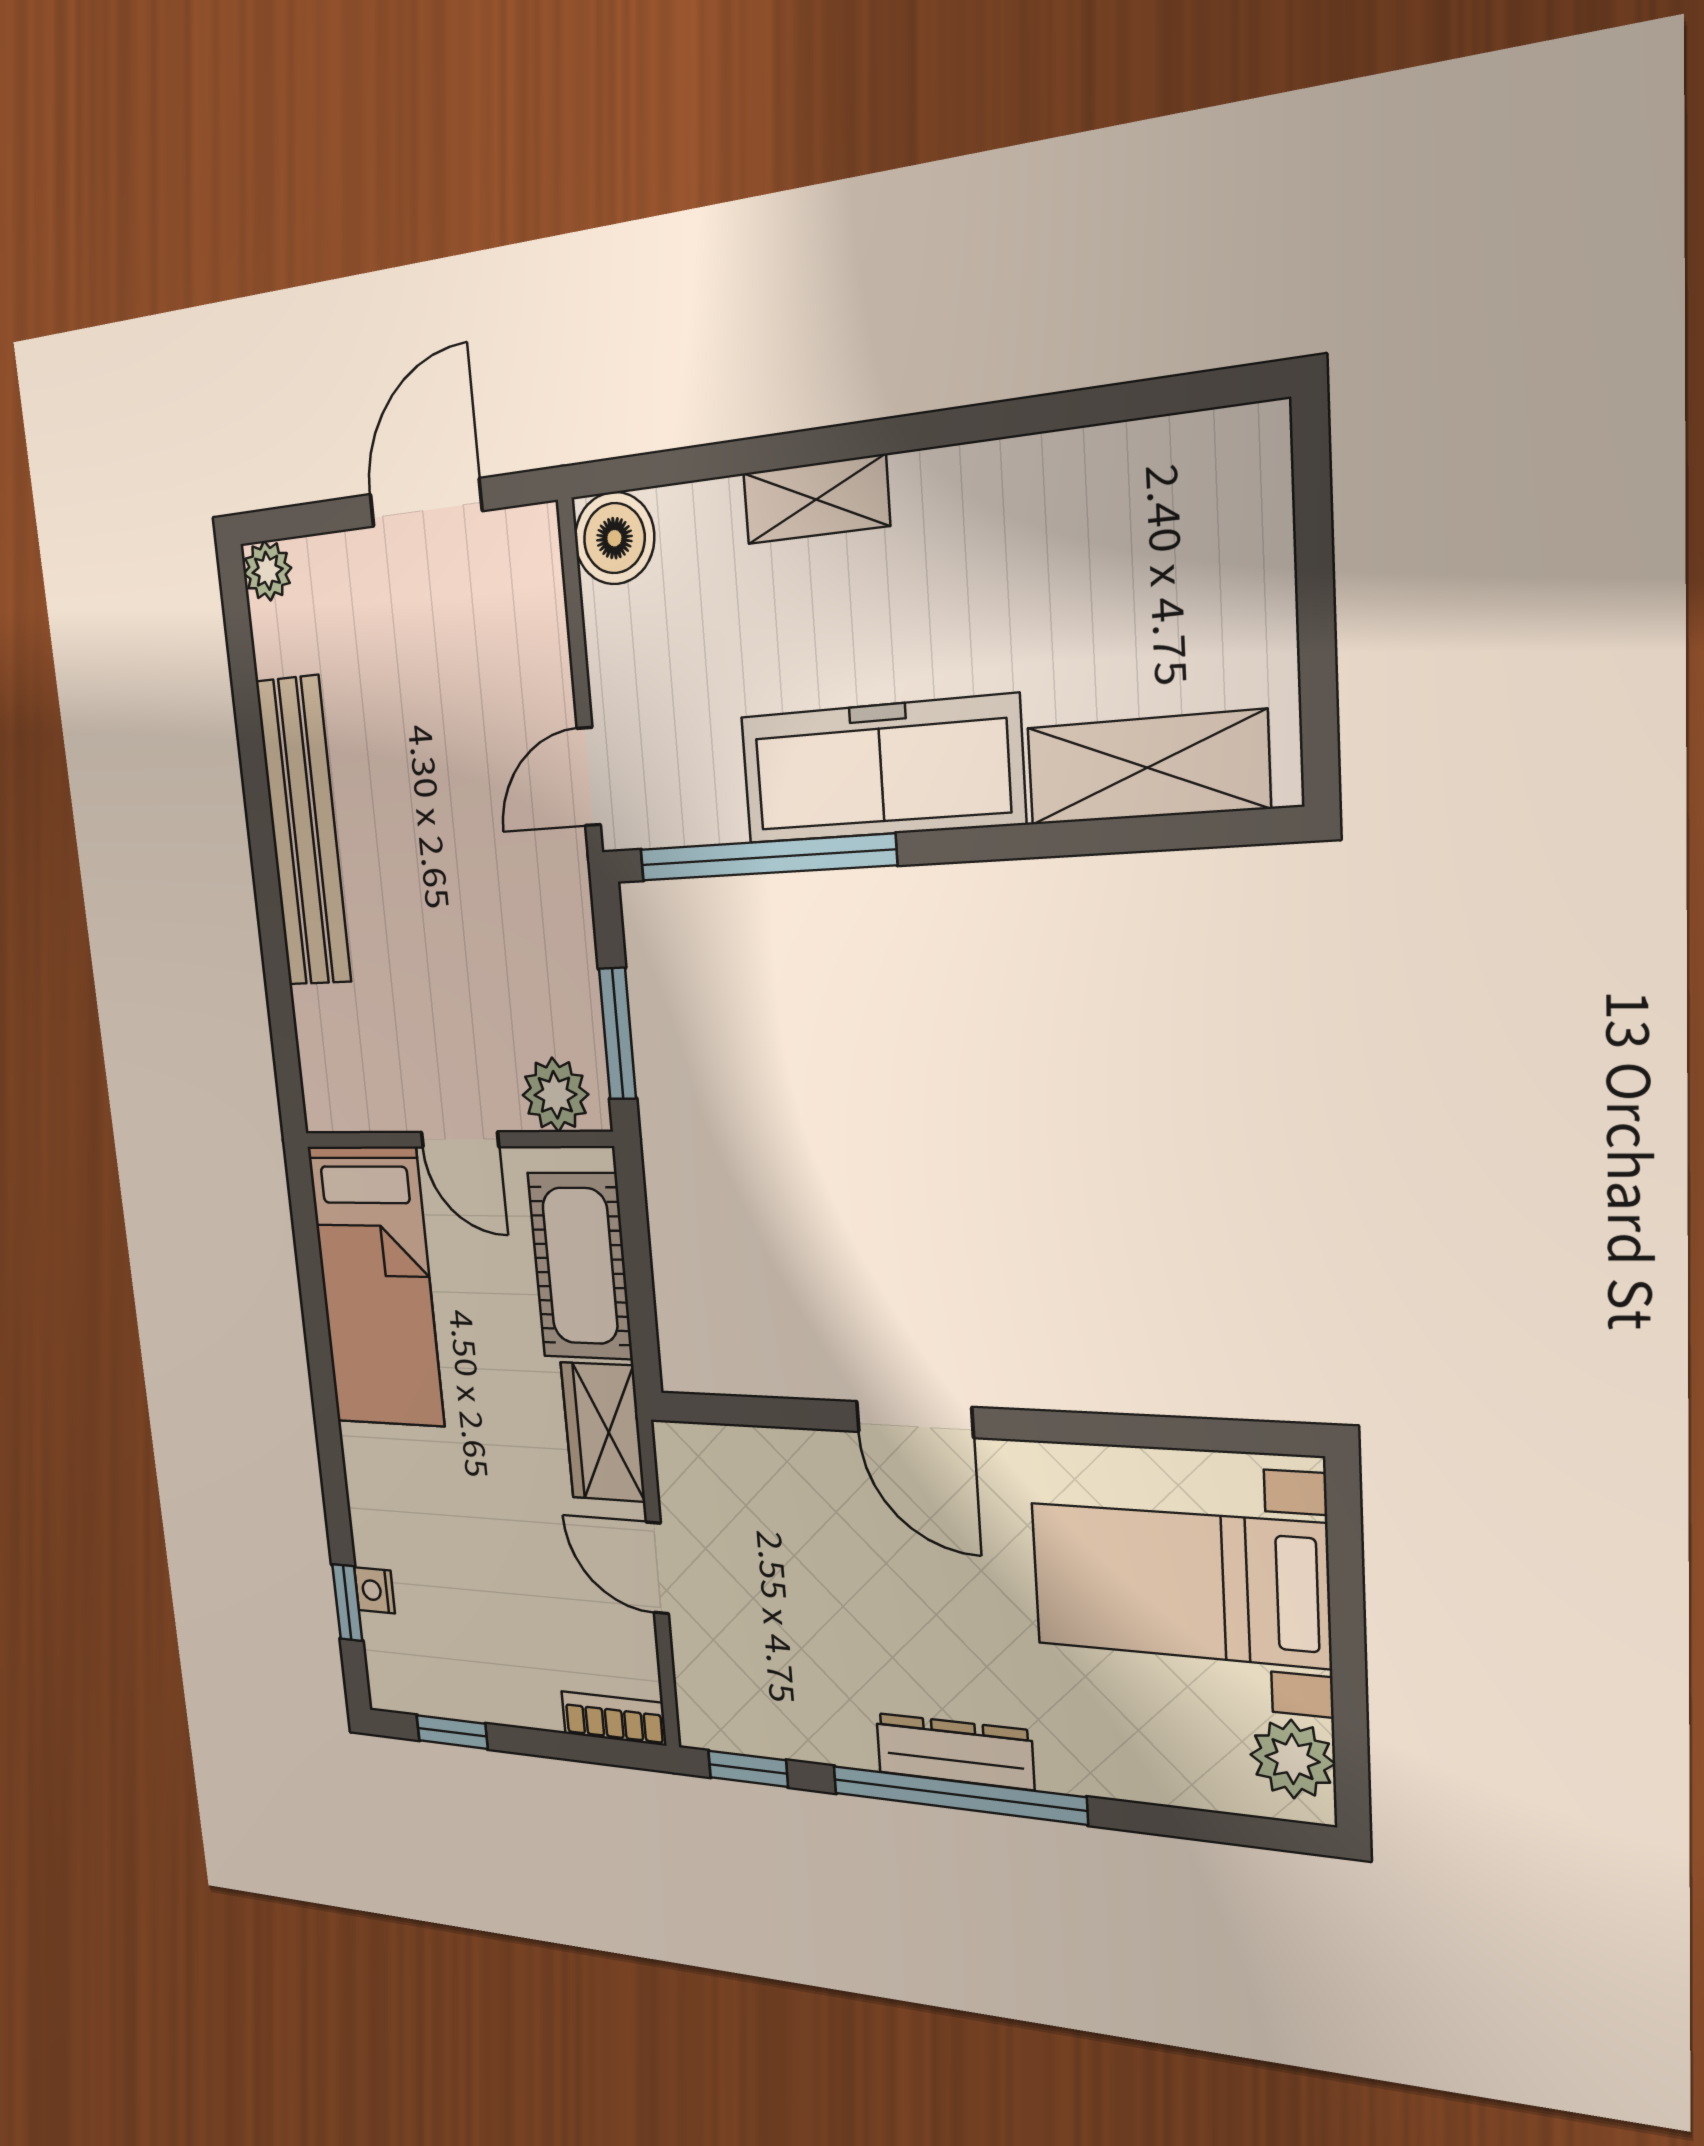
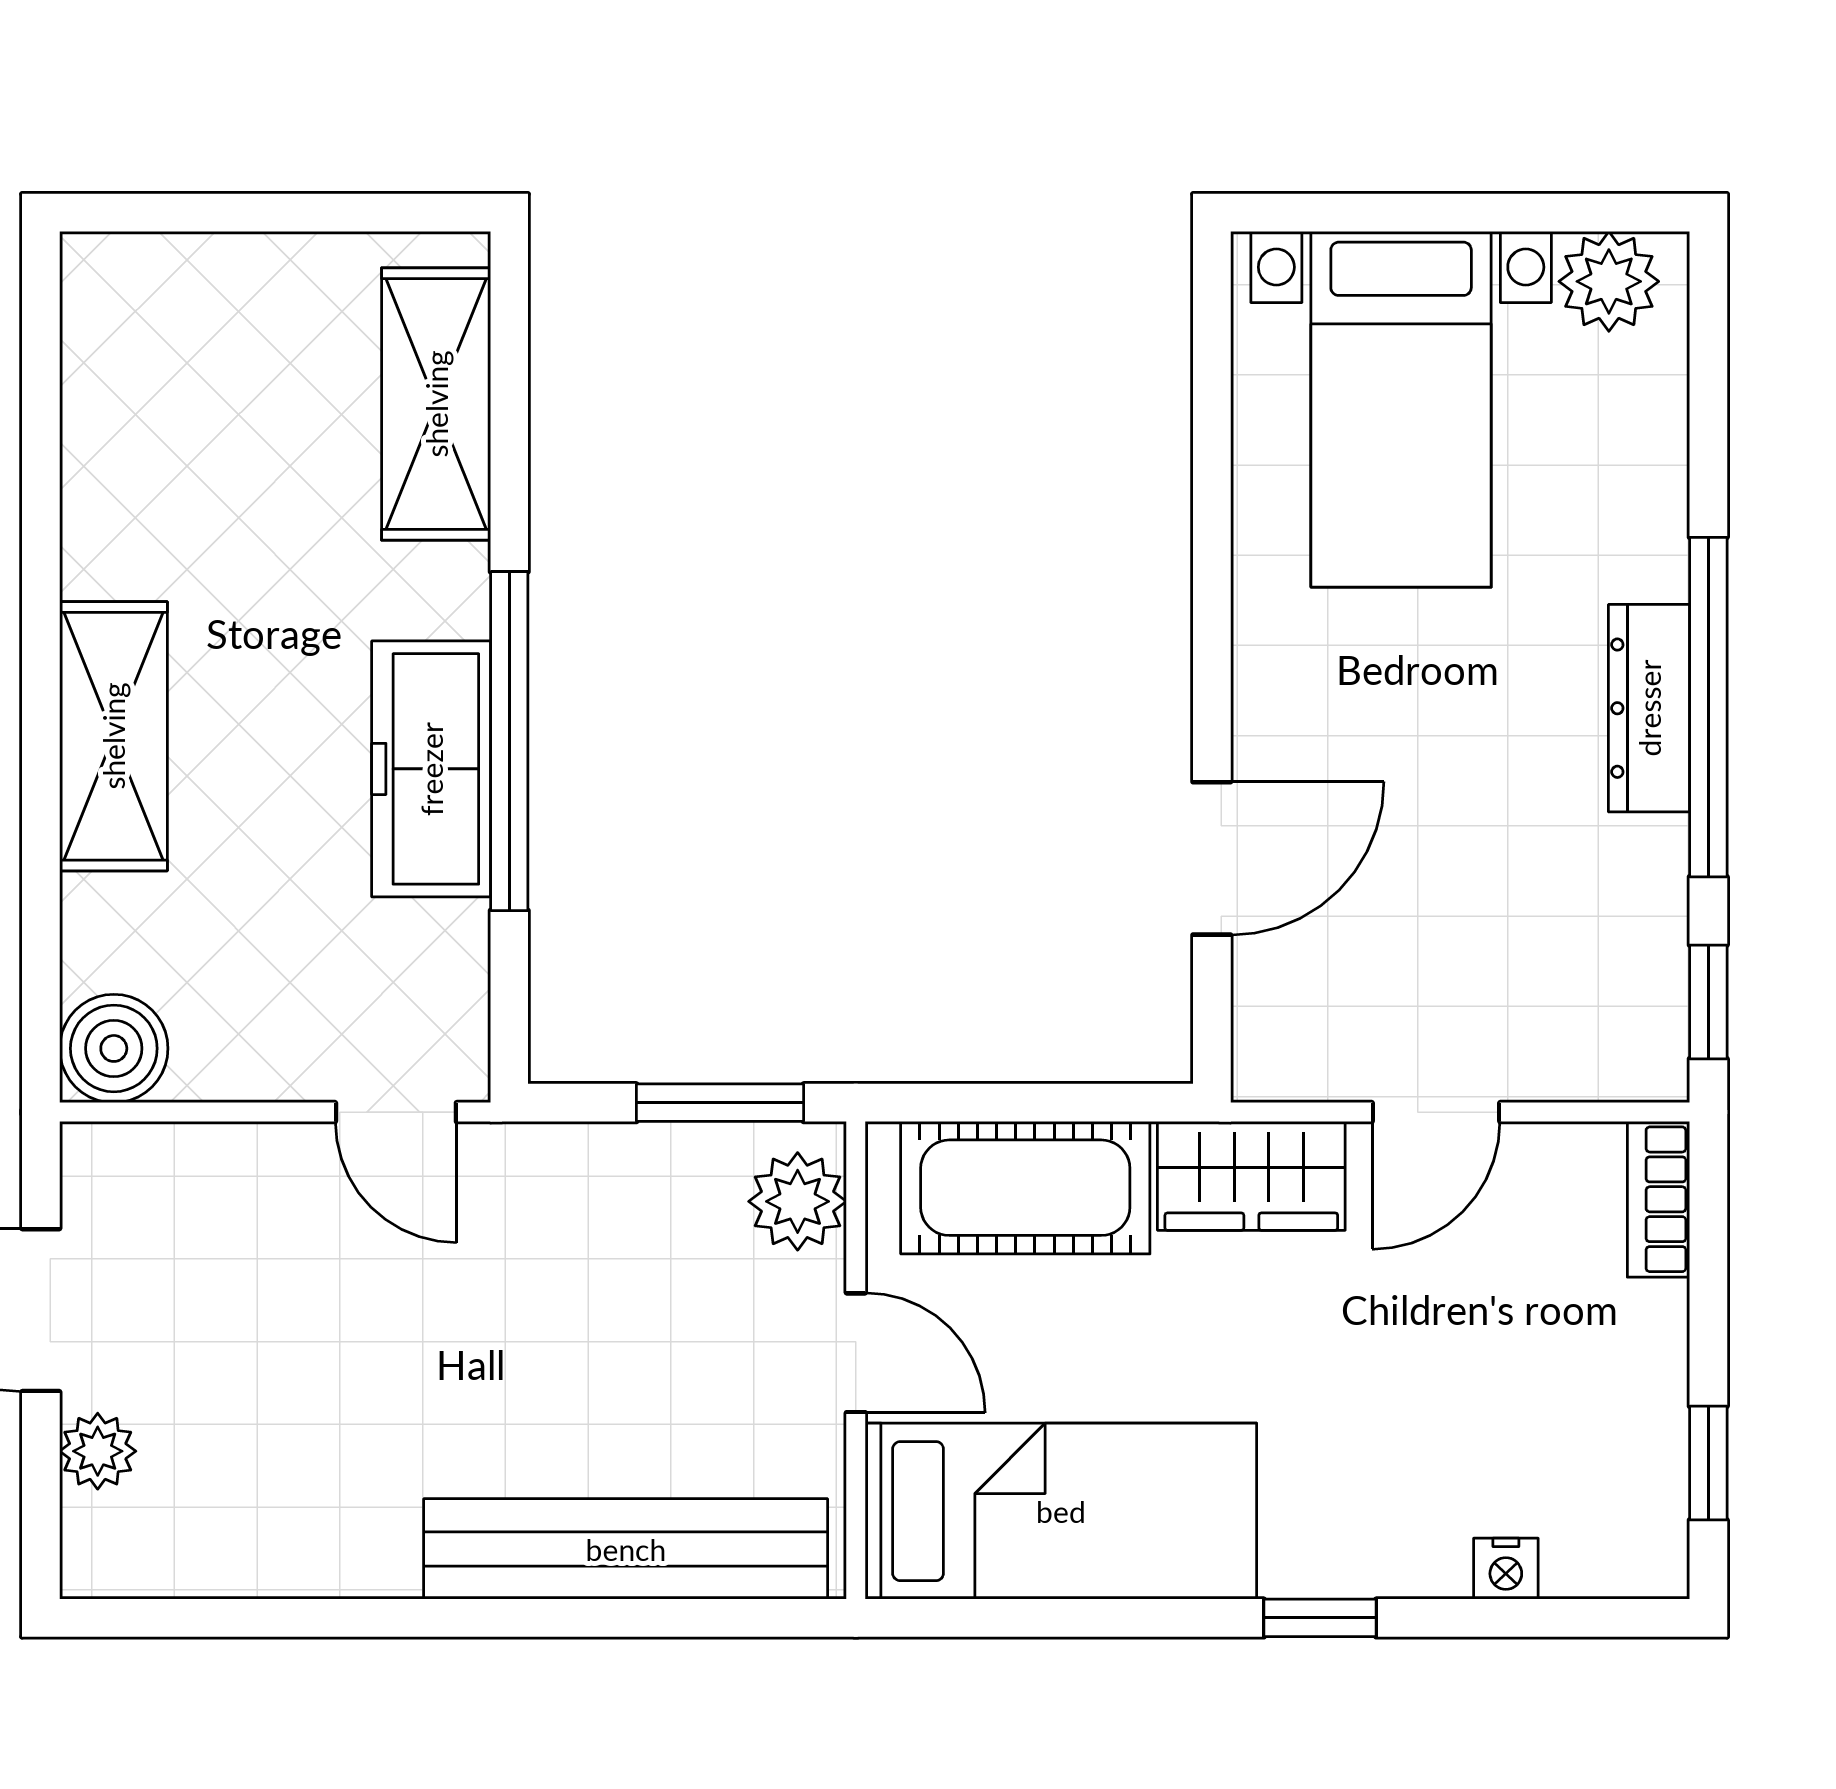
shelving: (816, 499) -> (113, 736), width x1.50, depth x1.33
plant: (267, 571) -> (98, 1451), moved
freezer: (881, 770) -> (431, 769), width x0.73, depth x0.79
bench: (304, 832) -> (626, 1549), moved
window: (766, 857) -> (509, 741), moved
door: (460, 1139) -> (856, 1353), hinge flipped
door: (915, 1419) -> (1212, 858), moved
window: (347, 1603) -> (1320, 1618), moved

